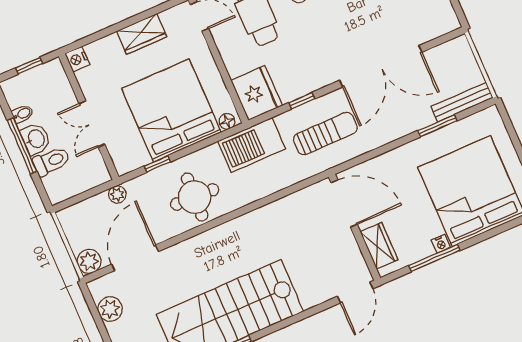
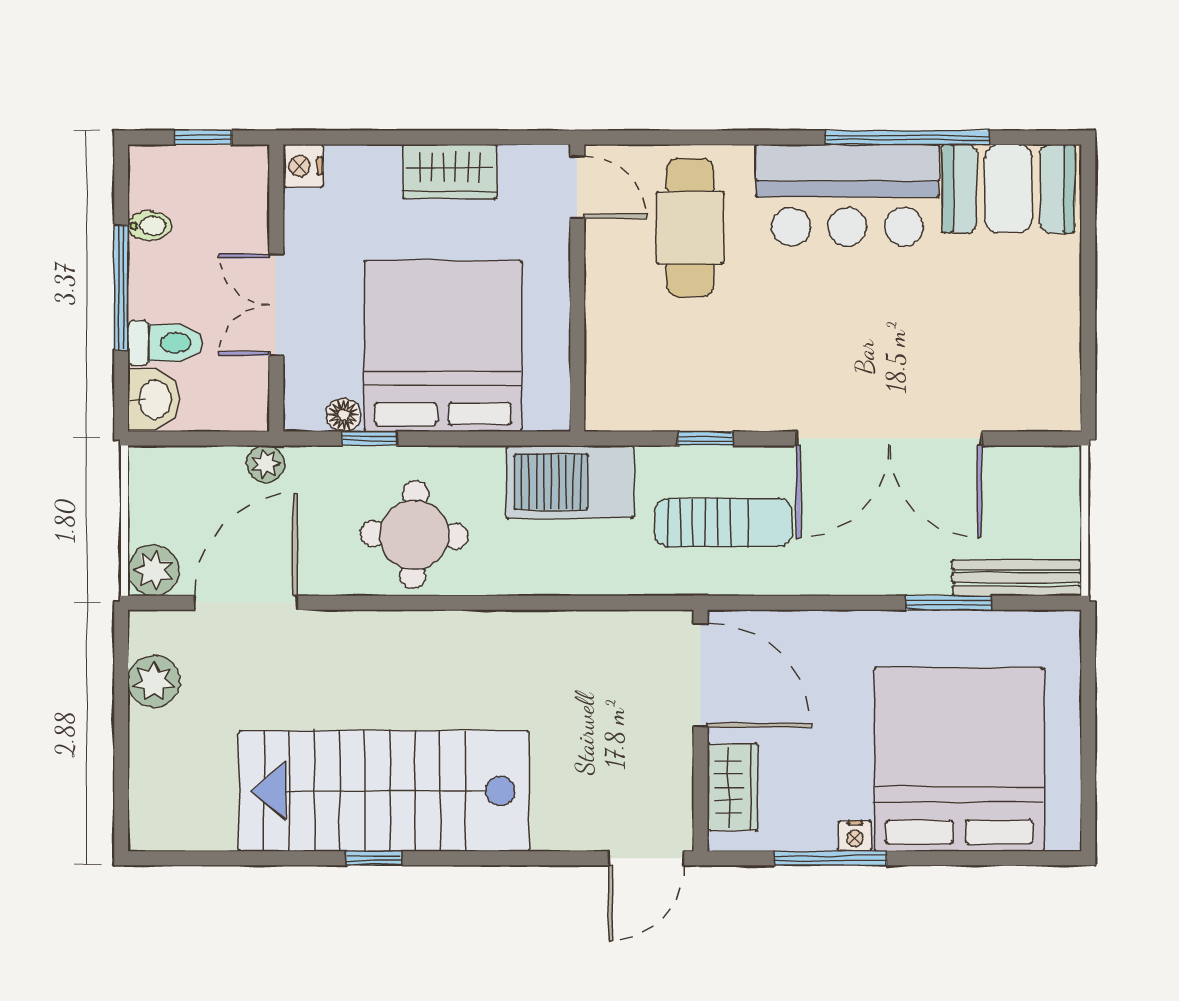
fridge: (257, 93) -> (624, 385), removed
floor lamp: (227, 121) -> (344, 415), moved
washbasin: (36, 139) -> (154, 400), moved

